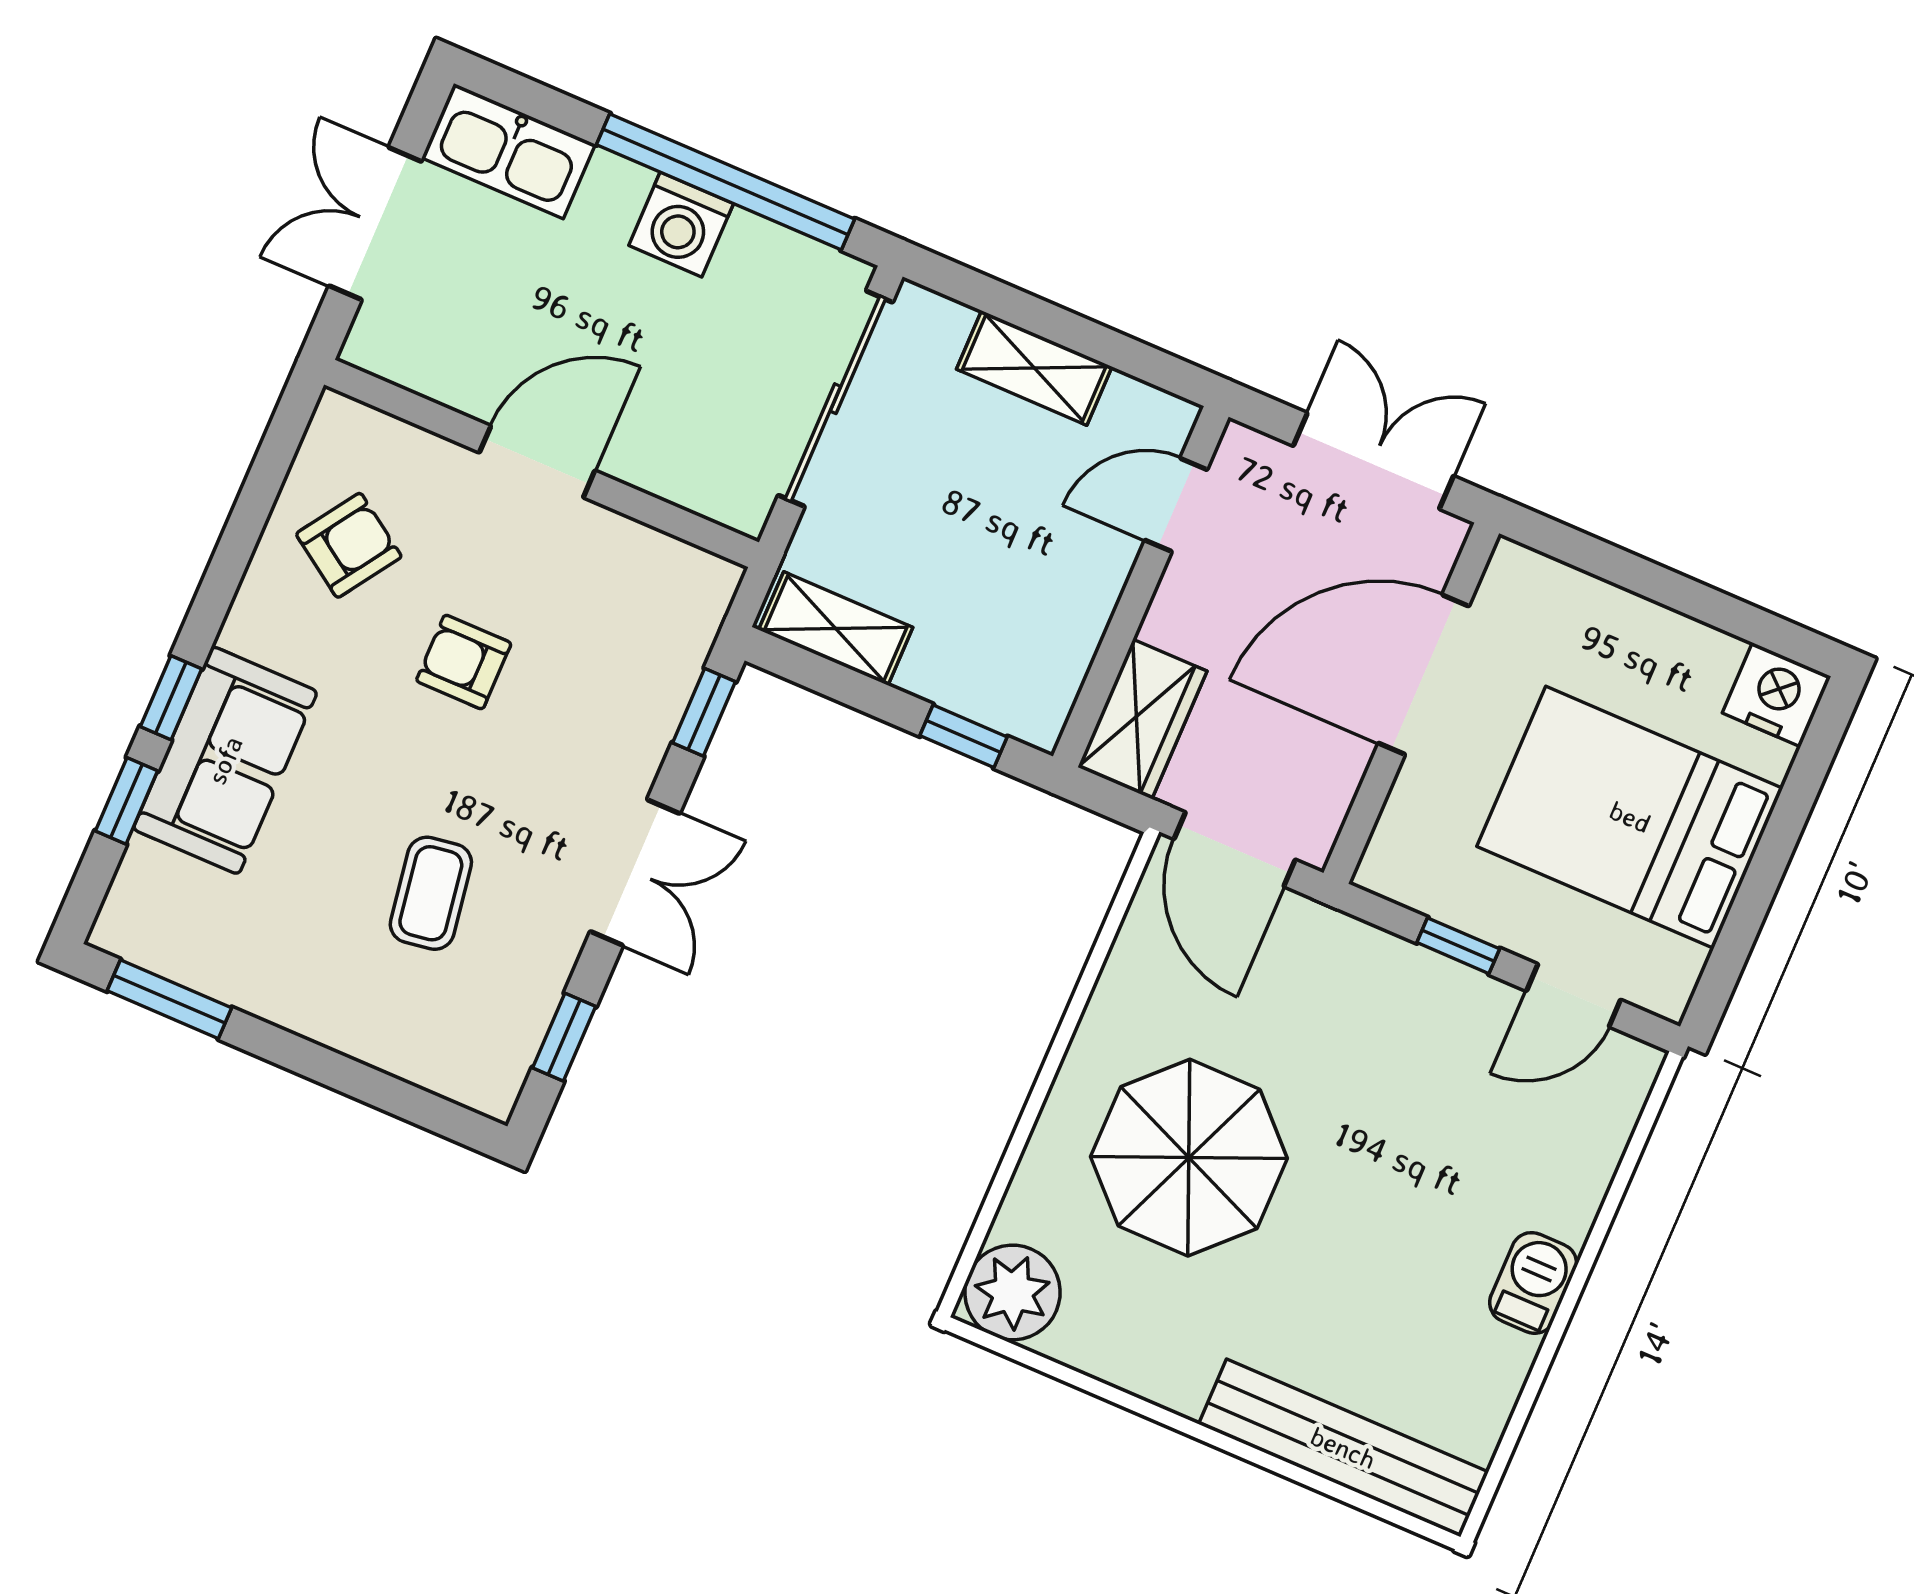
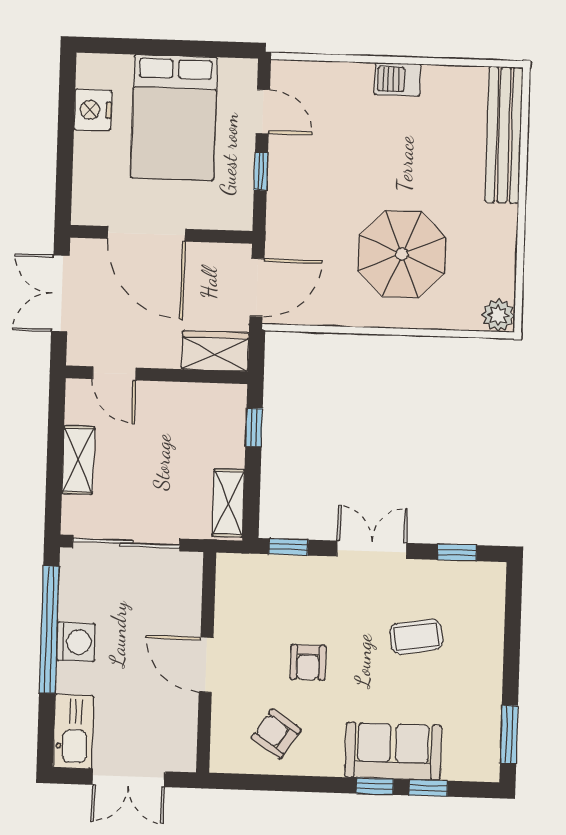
nightstand: (1777, 695) -> (93, 110), moved
plant: (1012, 1292) -> (498, 315), width x0.73, depth x0.73

